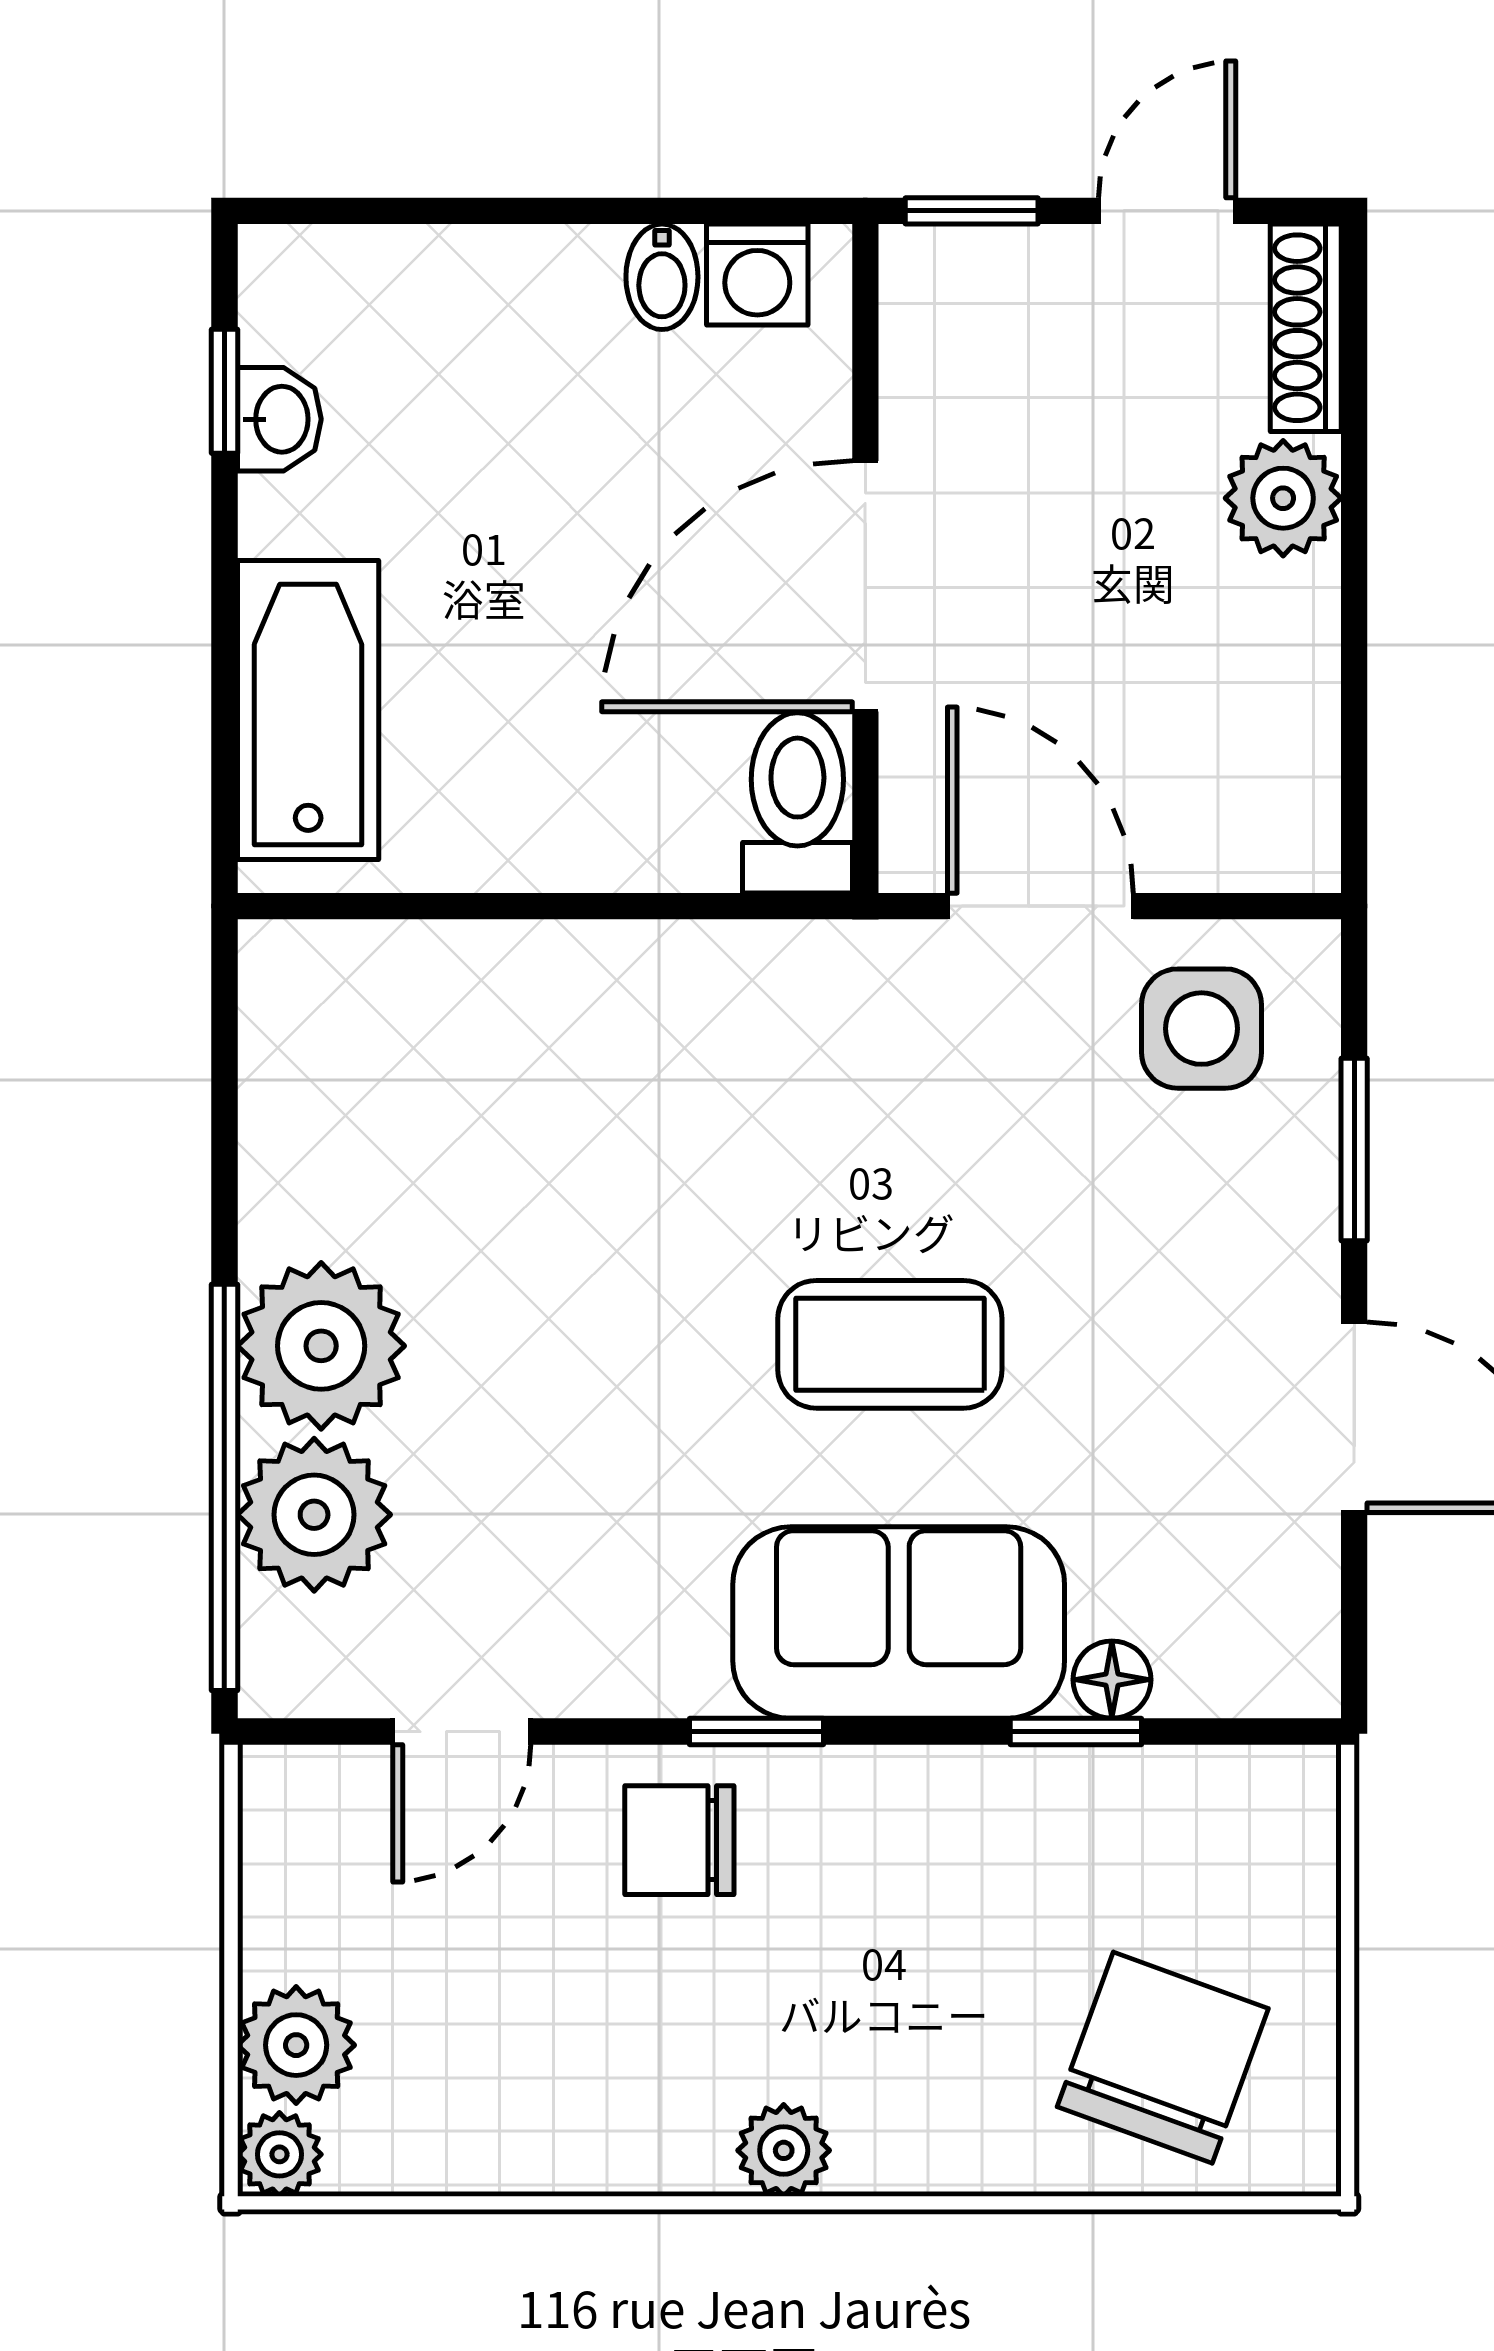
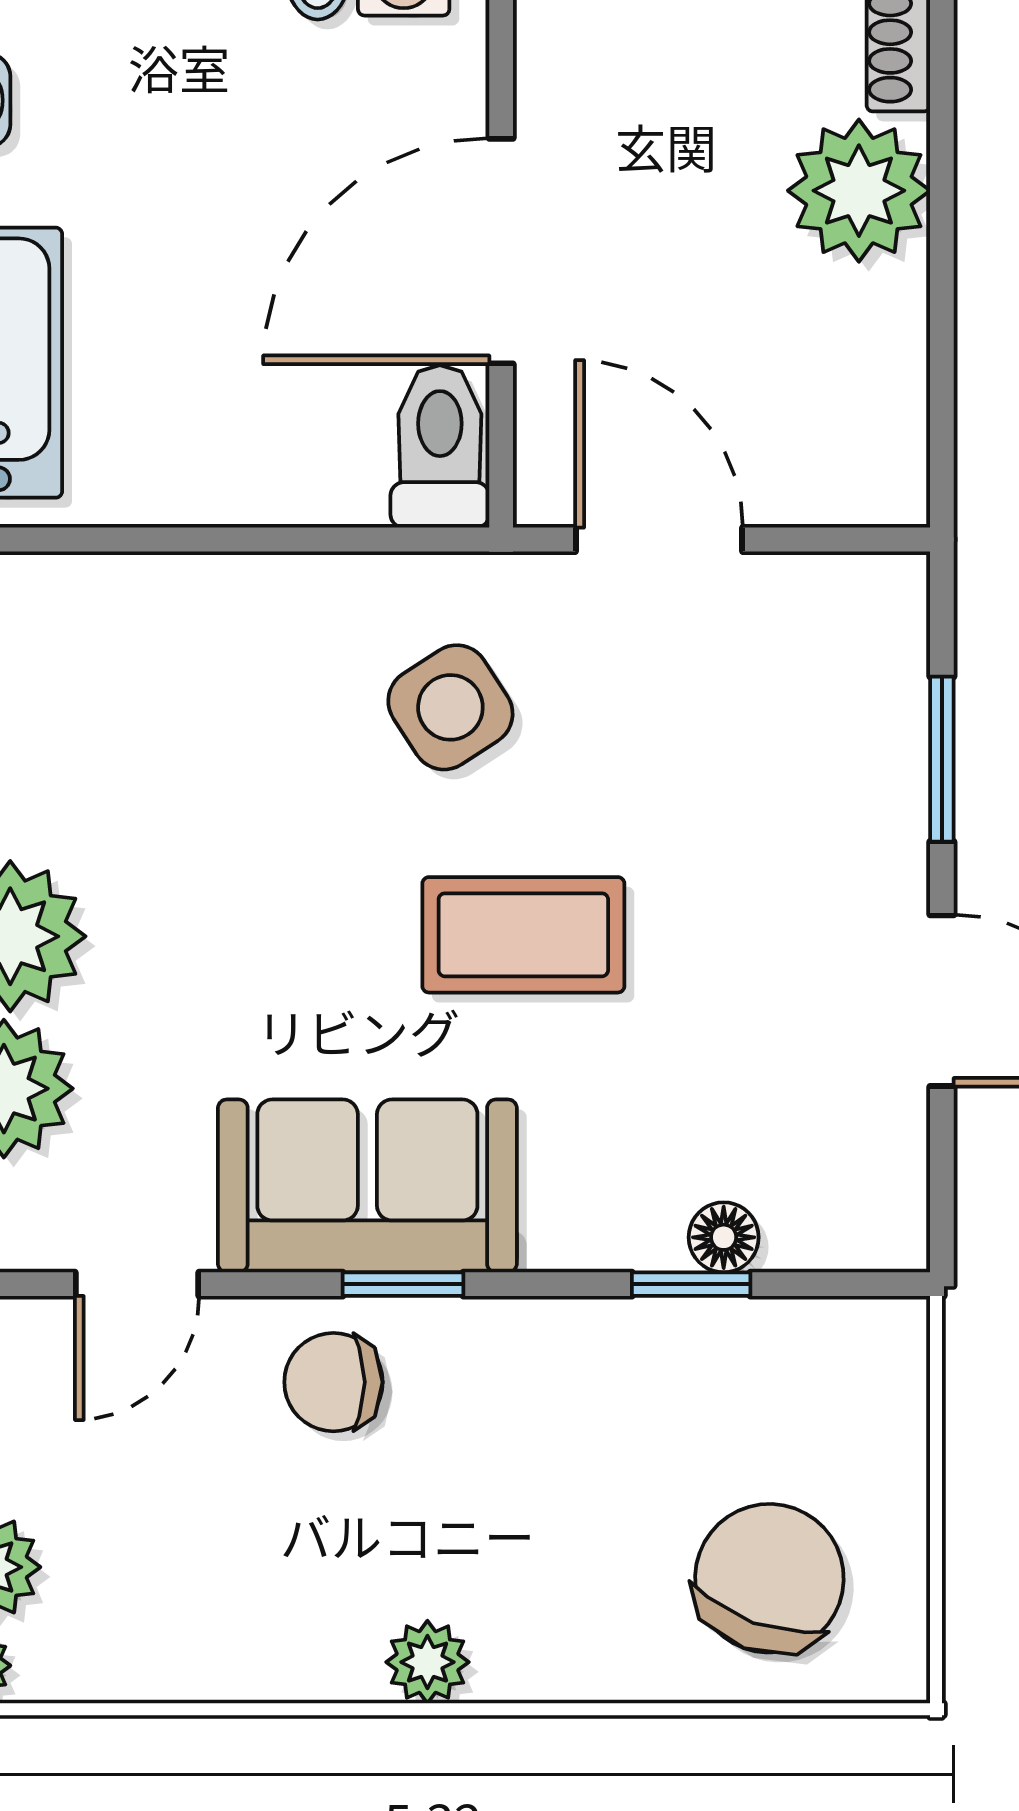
plant: (1283, 498) -> (859, 191), width x1.36, depth x1.36
side table: (1202, 1029) -> (450, 707), moved, turned -33
sofa: (899, 1623) -> (367, 1186), moved

